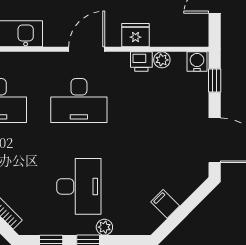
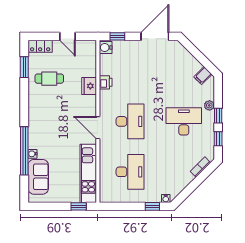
door: (87, 49) -> (98, 128), moved
plant: (162, 60) -> (105, 69), removed
filing cabinet: (165, 204) -> (203, 76), moved

